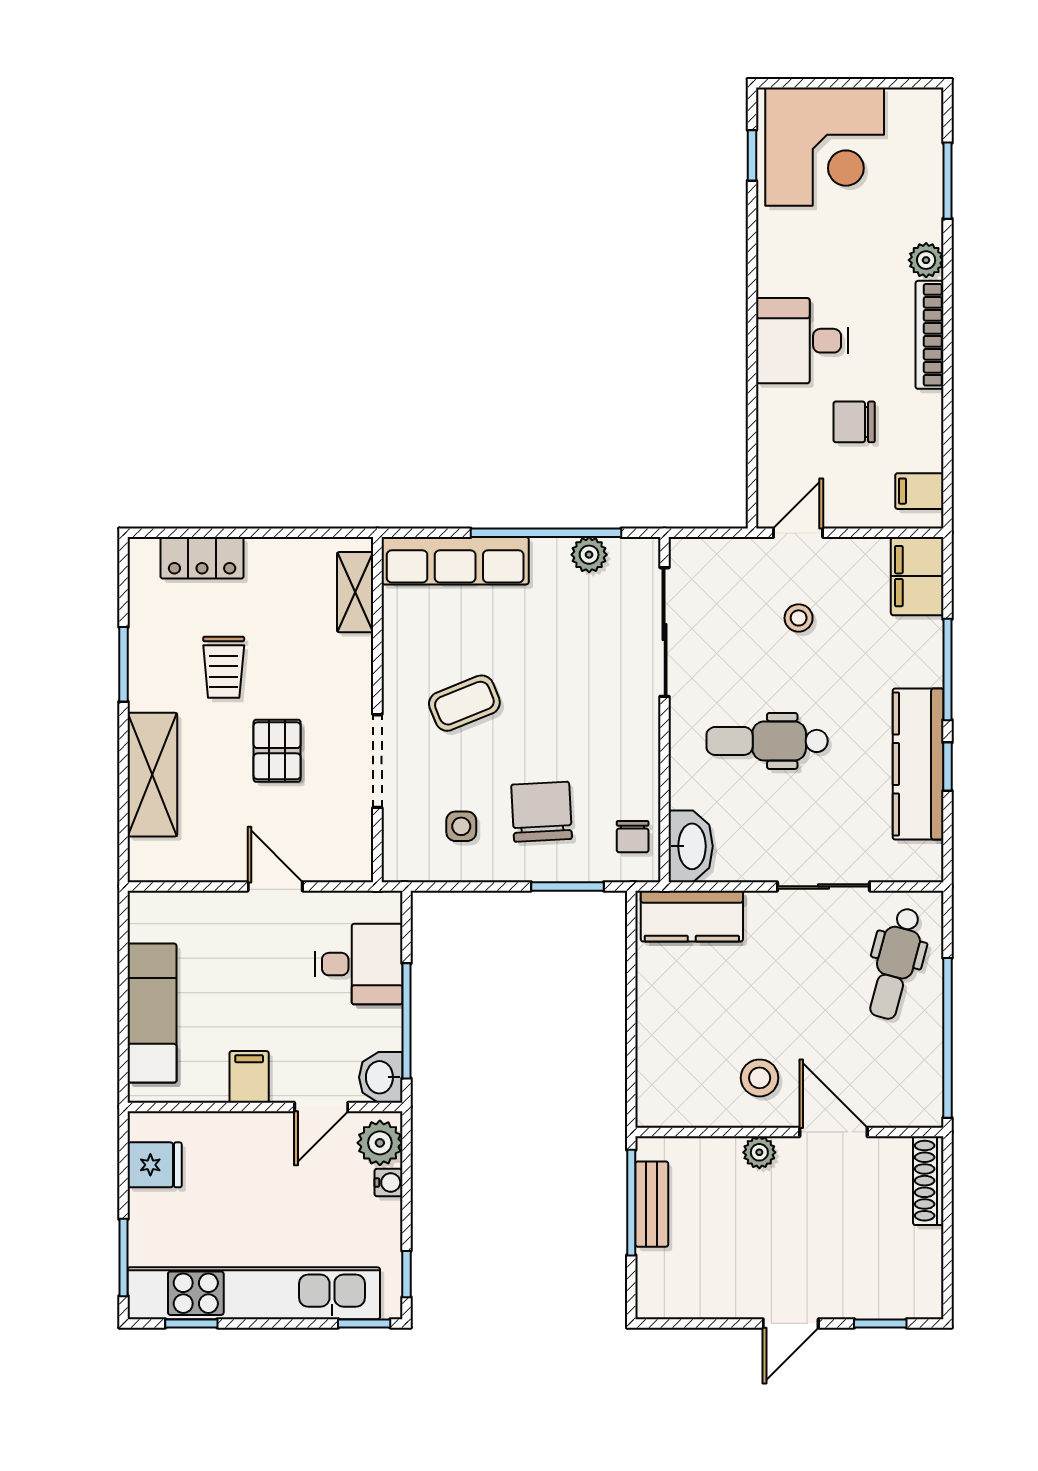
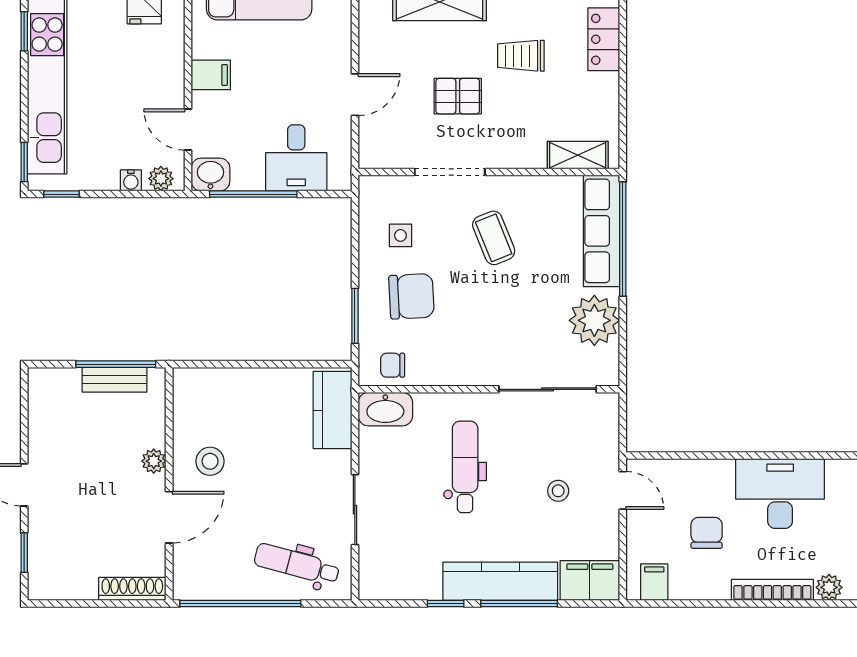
desk: (802, 341) -> (780, 494), width x1.37
window: (546, 533) -> (623, 239), moved
plant: (589, 555) -> (594, 320), width x1.87, depth x1.87
kitchen counter: (918, 764) -> (500, 581), moved
plant: (380, 1143) -> (161, 179), width x0.73, depth x0.73

